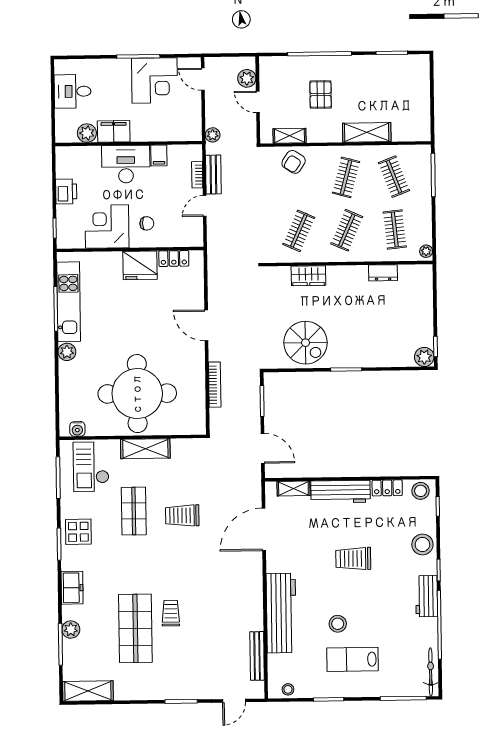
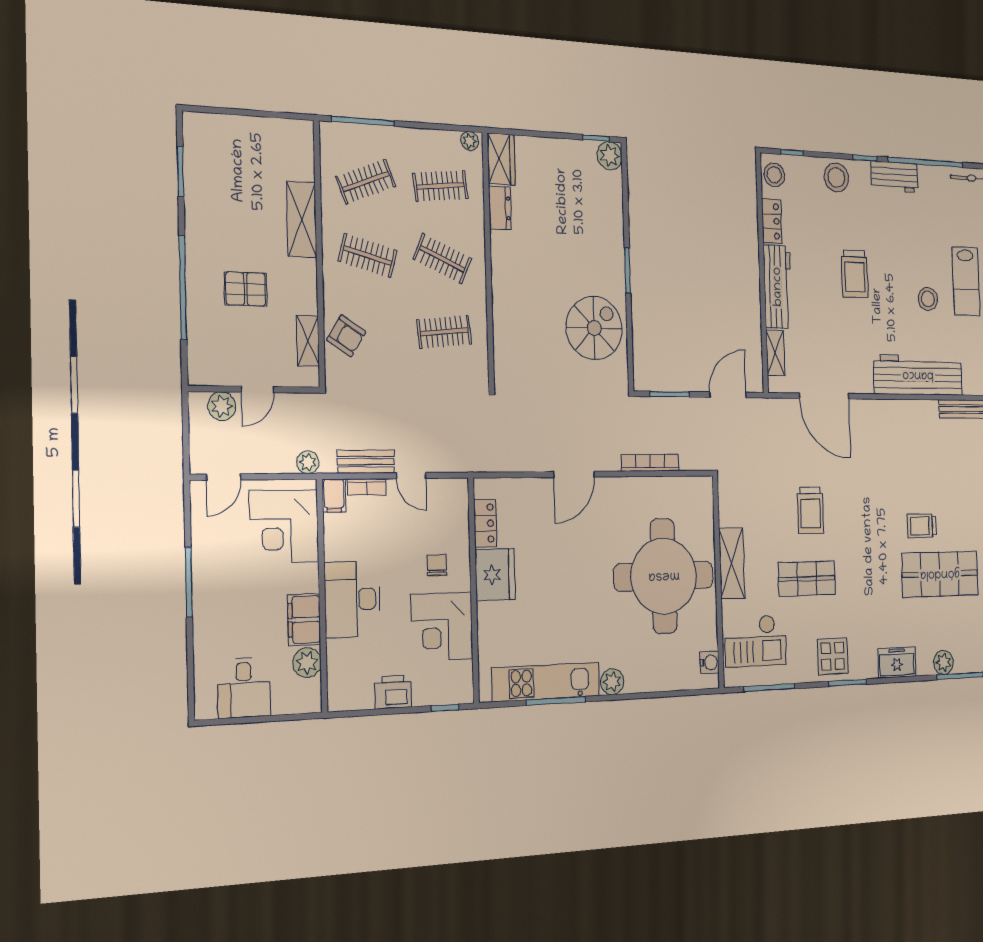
corner desk: (154, 80) -> (284, 526), moved, turned 180
filing cabinet: (159, 155) -> (334, 496), moved, turned 90
clothes rail: (299, 231) -> (444, 332), turned -30
wardrobe: (308, 276) -> (501, 159), moved

